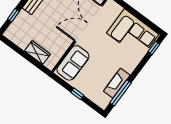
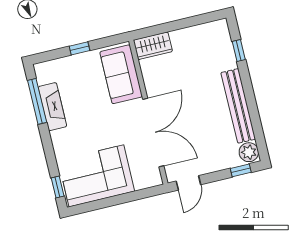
wardrobe: (37, 53) -> (153, 46), moved

